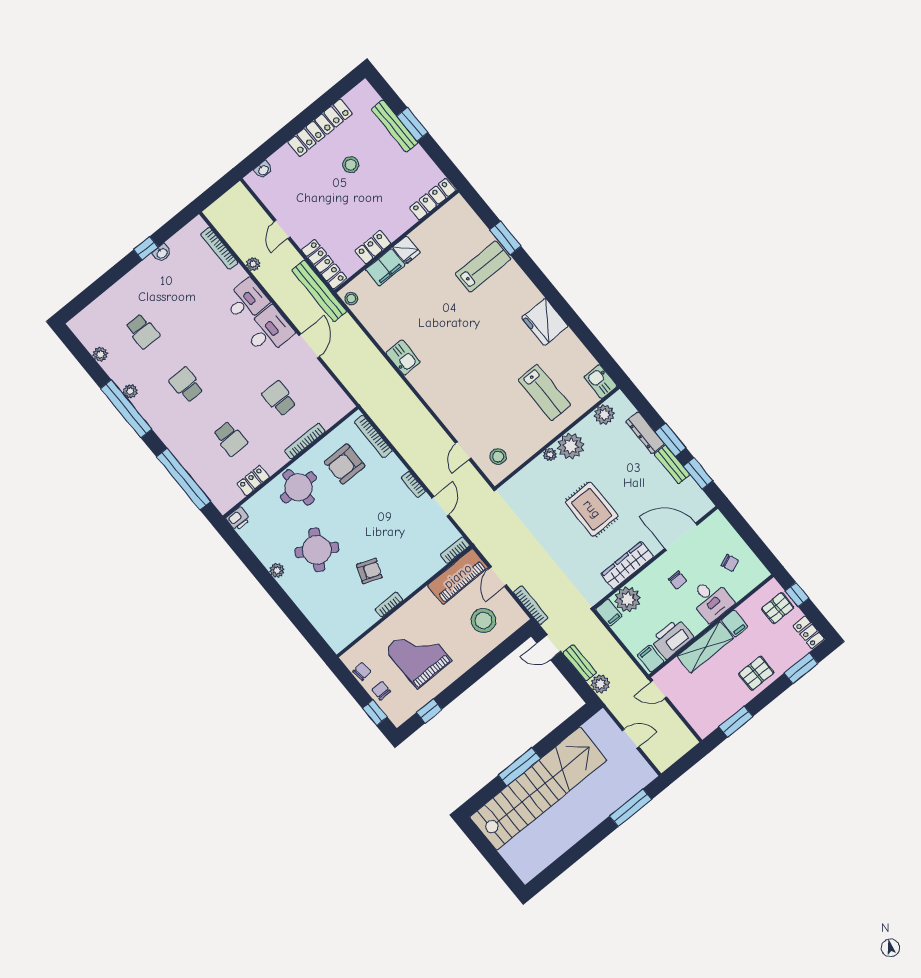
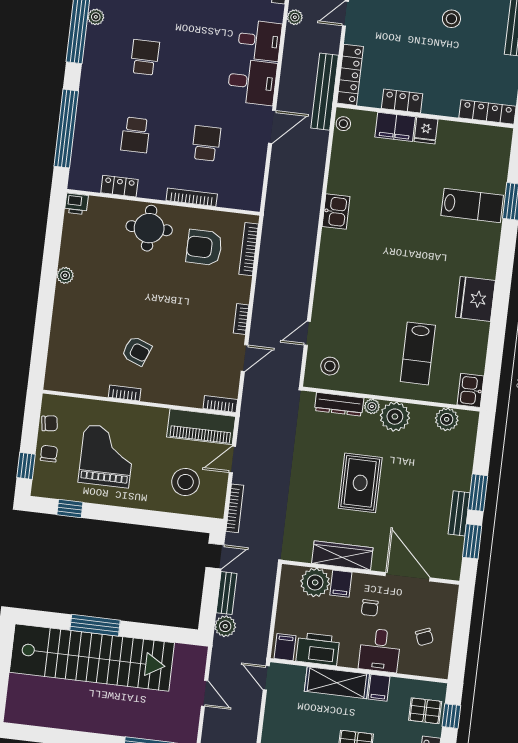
dresser: (645, 433) -> (339, 404), moved, turned -90
round table: (317, 550) -> (113, 292), removed
filing cabinet: (609, 613) -> (341, 584), moved
door: (549, 647) -> (215, 556), swing flipped

